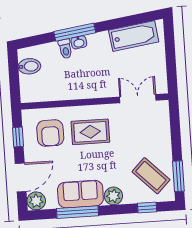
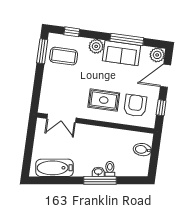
bidet: (29, 66) -> (142, 150), moved
coffee table: (151, 176) -> (64, 56), turned -45

